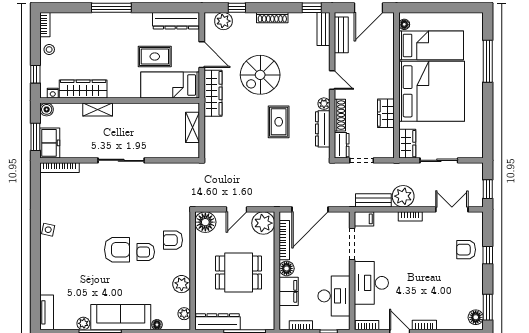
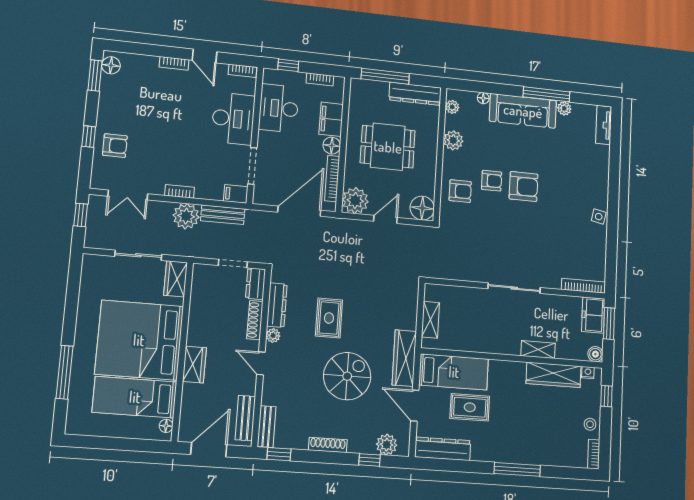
wardrobe: (386, 113) -> (194, 365), moved
armchair: (117, 250) -> (524, 187), turned 180

